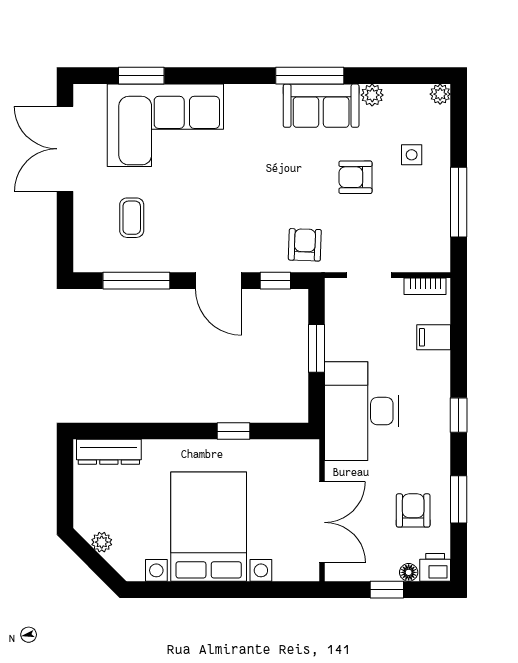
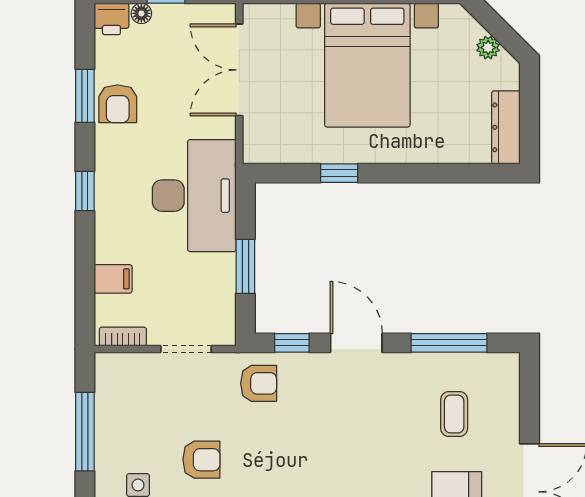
armchair: (305, 245) -> (259, 383), turned -92
dresser: (109, 452) -> (506, 127), moved, turned -90
armchair: (413, 510) -> (118, 104), moved

